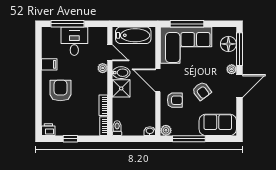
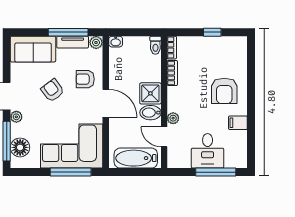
printer: (48, 130) -> (239, 43), removed
tv unit: (185, 131) -> (73, 42), added

